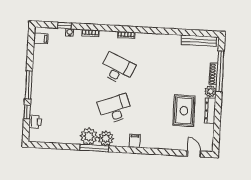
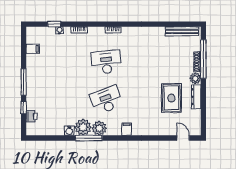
filing cabinet: (41, 38) -> (33, 49), moved
desk: (117, 69) -> (106, 62), turned -30
water cooler: (74, 139) -> (69, 131), added

